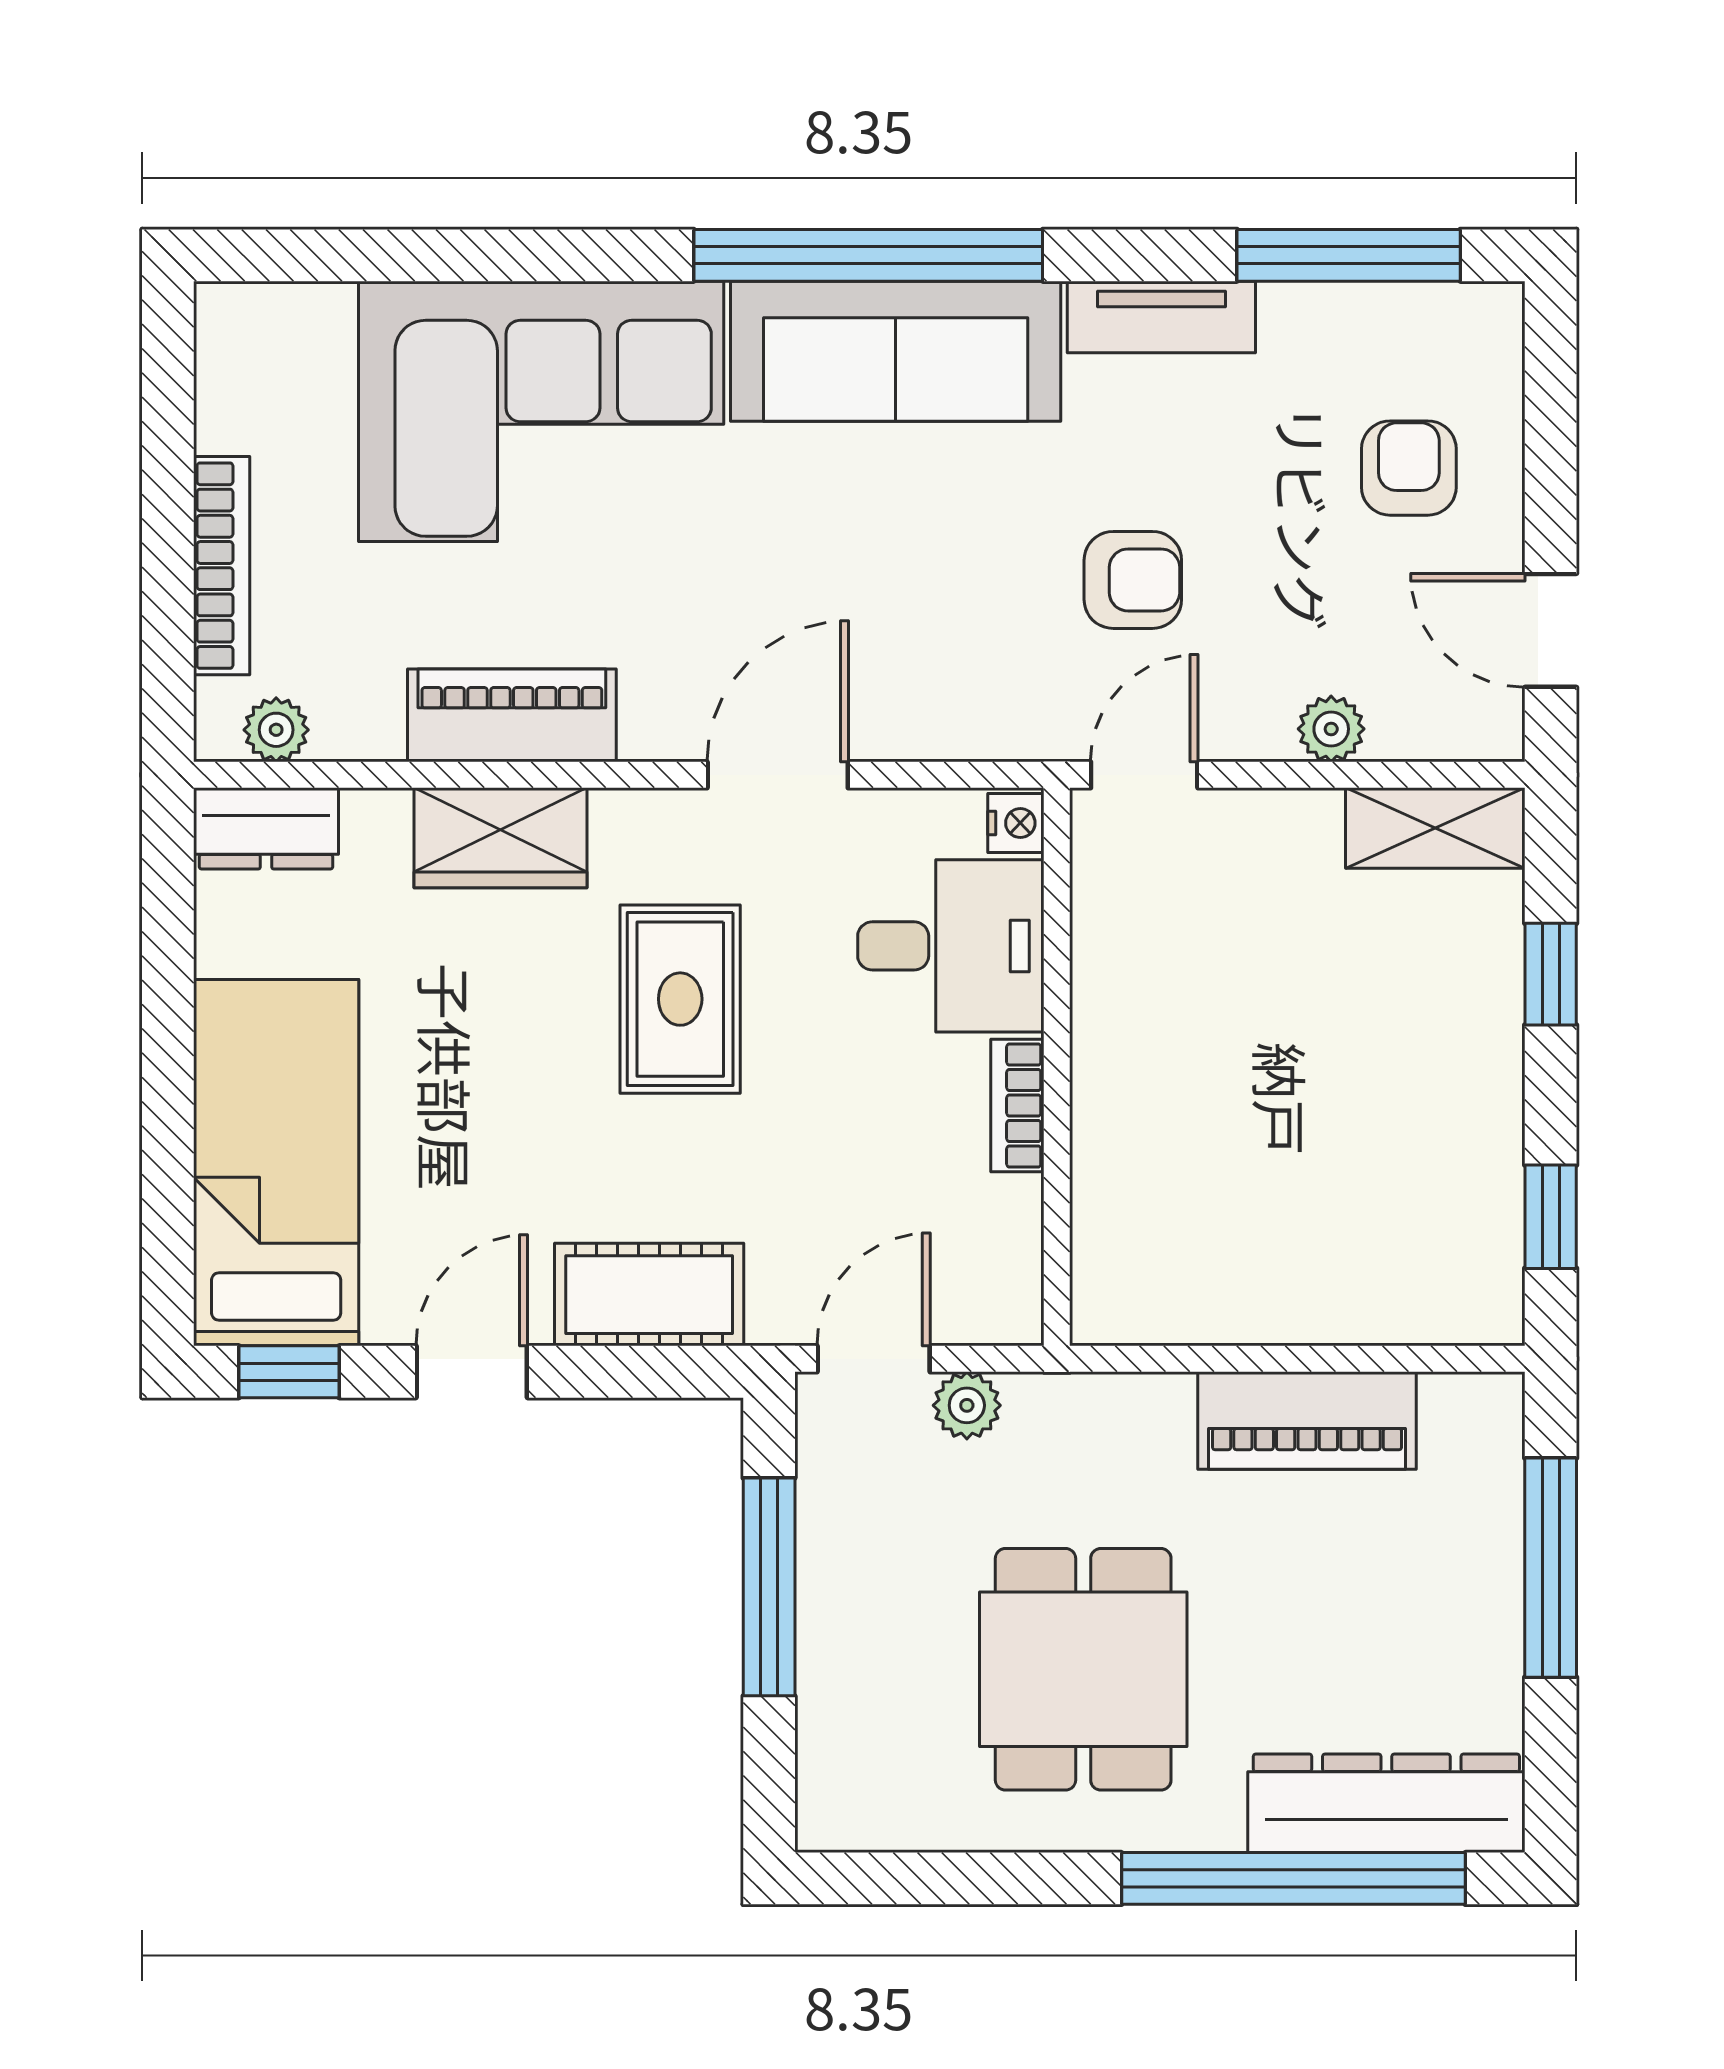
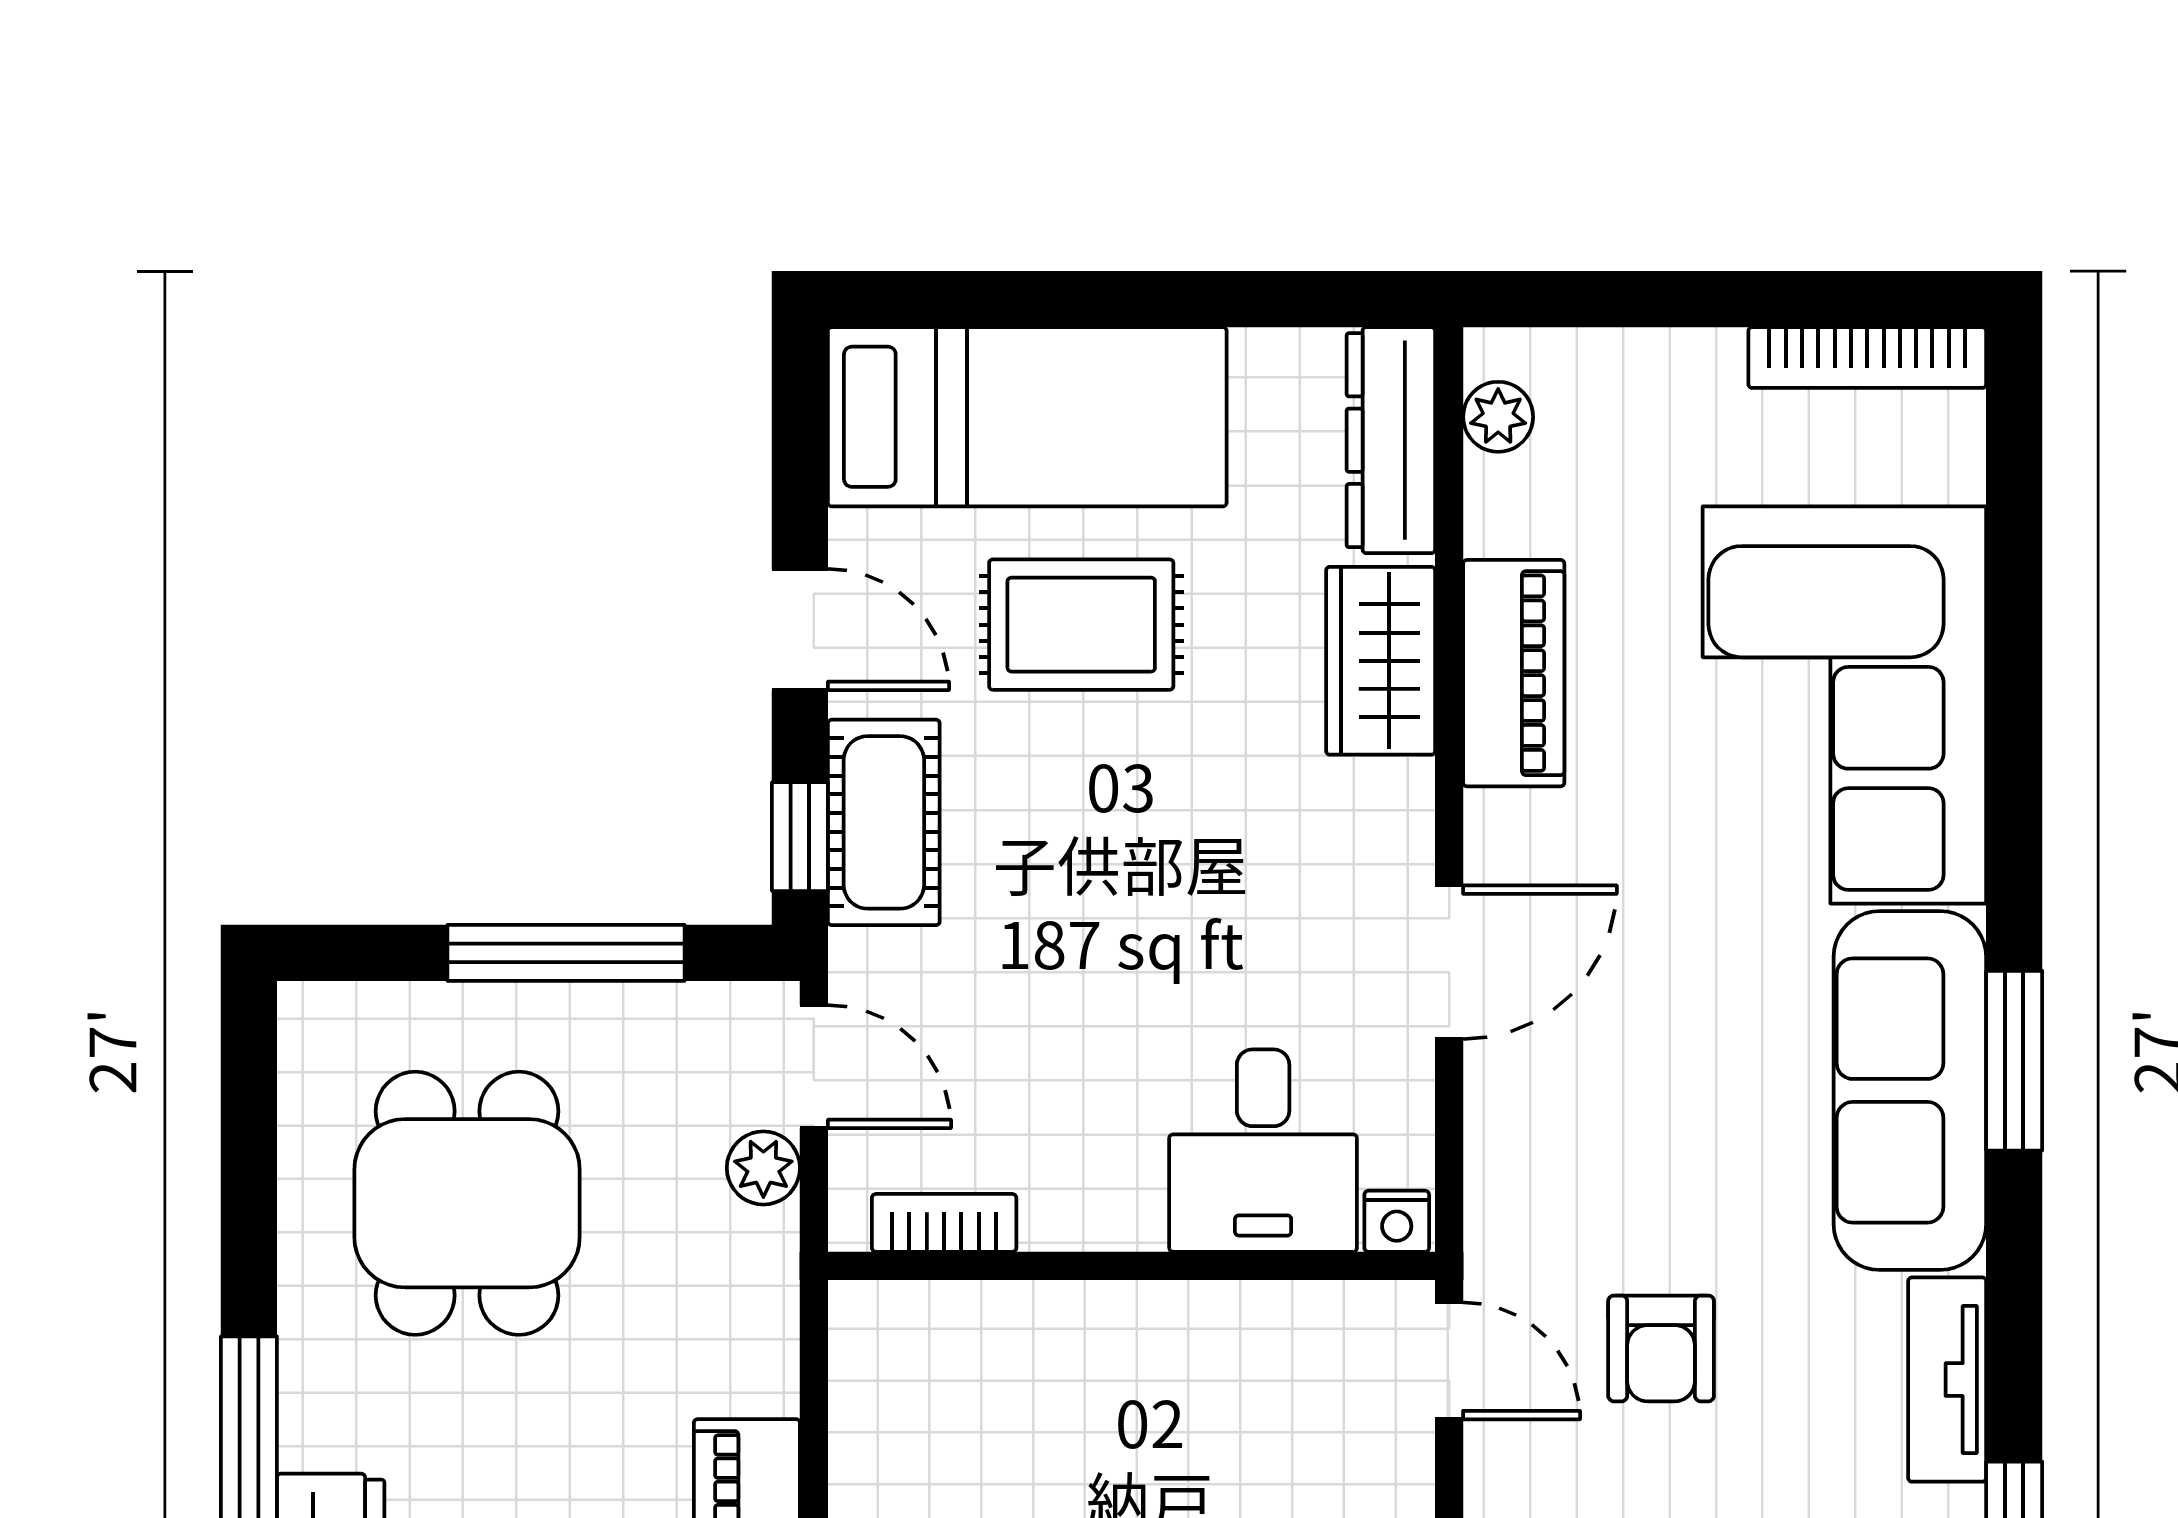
window: (868, 255) -> (2014, 1061), width x0.47
bookcase: (222, 566) -> (1867, 358), moved
door: (778, 775) -> (1449, 962), hinge flipped
dresser: (266, 828) -> (1391, 440), width x1.44
rug: (680, 999) -> (1081, 625), moved
bookcase: (1017, 1105) -> (944, 1223), moved
window: (289, 1372) -> (800, 837), moved
dining table: (1083, 1669) -> (467, 1203), moved, turned 90

